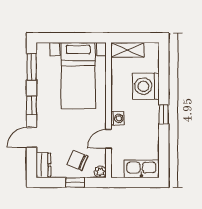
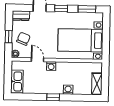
shelving: (127, 50) -> (97, 84), moved
washing machine: (146, 86) -> (68, 90), width x0.53, depth x0.53

